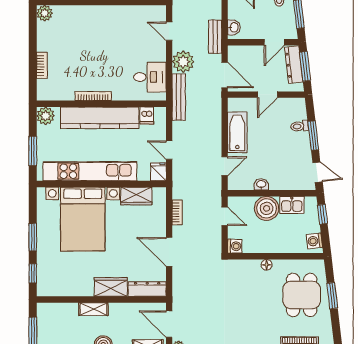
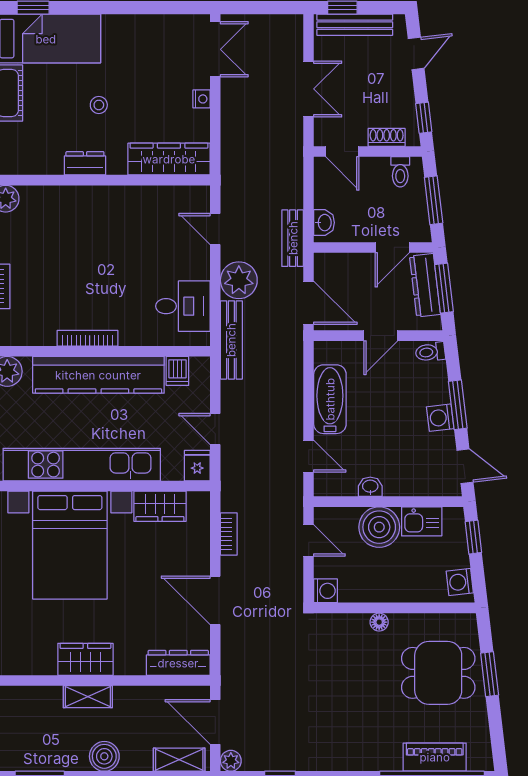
toilet: (300, 126) -> (430, 352), moved
washing machine: (303, 143) -> (440, 418), added
door: (225, 166) -> (309, 456), hinge flipped
wardrobe: (111, 287) -> (85, 659), moved
dining table: (302, 295) -> (438, 673), turned 90

